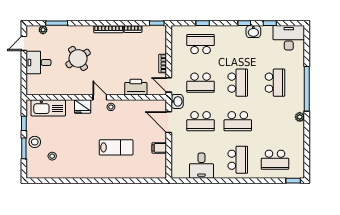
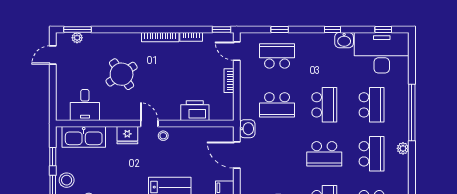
window: (57, 23) -> (78, 29), moved
window: (270, 23) -> (383, 29), moved
desk: (289, 38) -> (382, 53), width x1.36, depth x1.30
desk: (38, 63) -> (85, 105), moved, turned -90
door: (169, 85) -> (237, 51), moved
school desk: (201, 121) -> (372, 154), moved, turned -90

